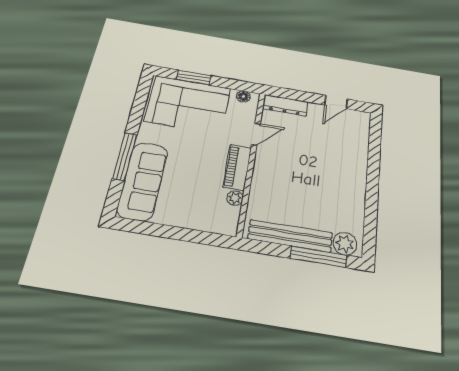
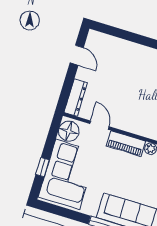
window: (194, 78) -> (43, 167), width x0.67
floor lamp: (243, 96) -> (69, 131), width x1.89, depth x1.89

